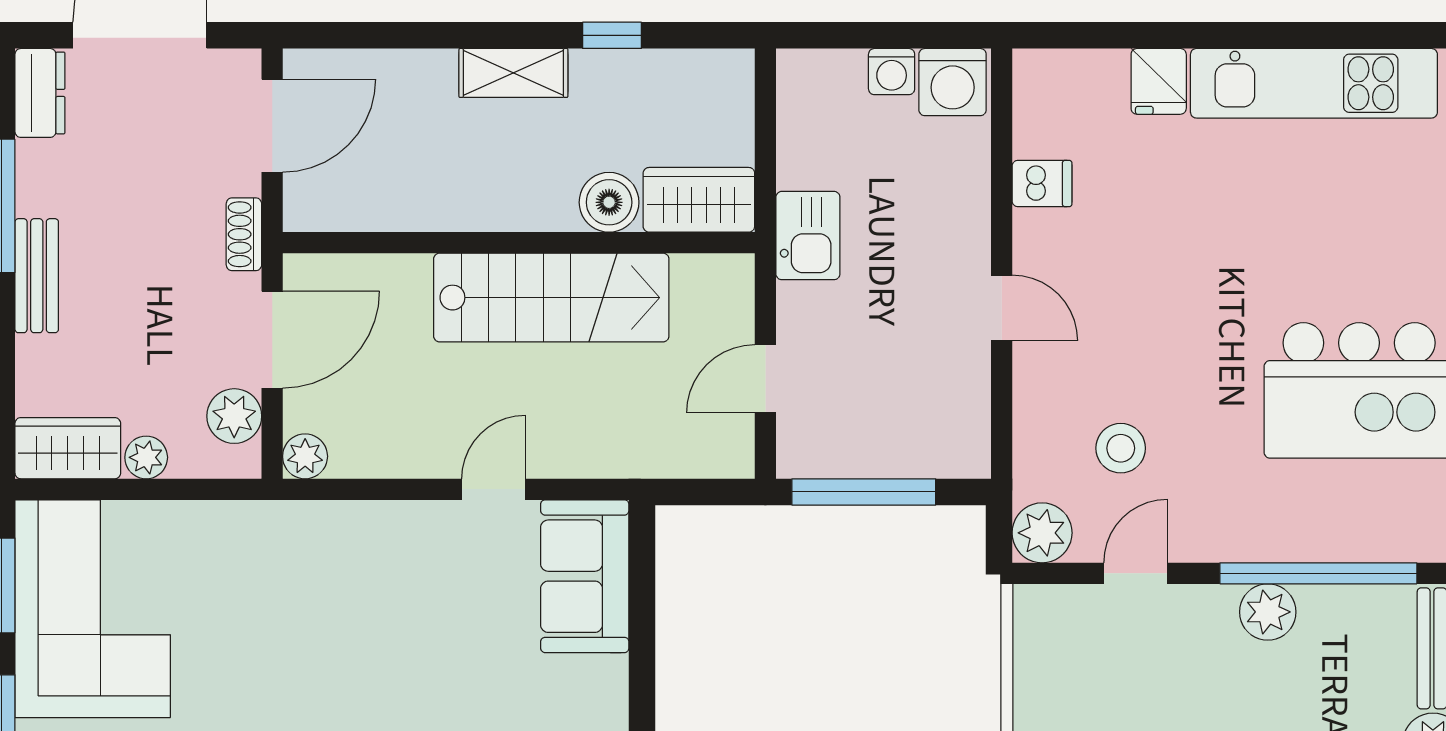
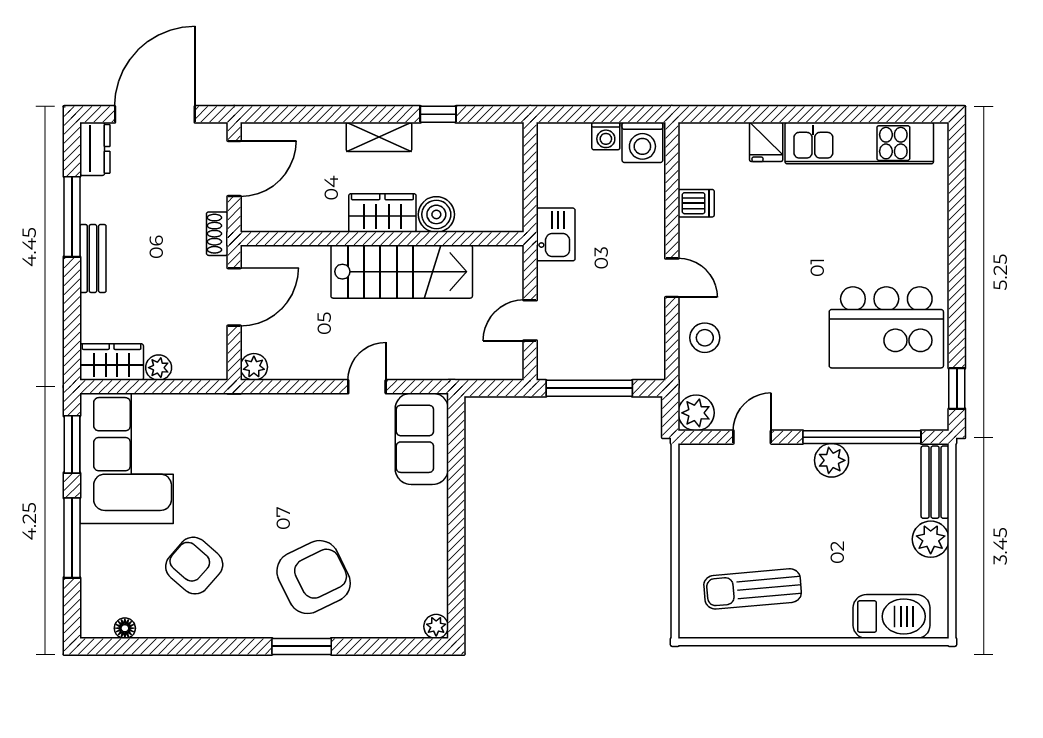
wardrobe: (699, 200) -> (382, 213), moved
plant: (234, 416) -> (211, 343), removed
stool: (1121, 448) -> (705, 338), moved

